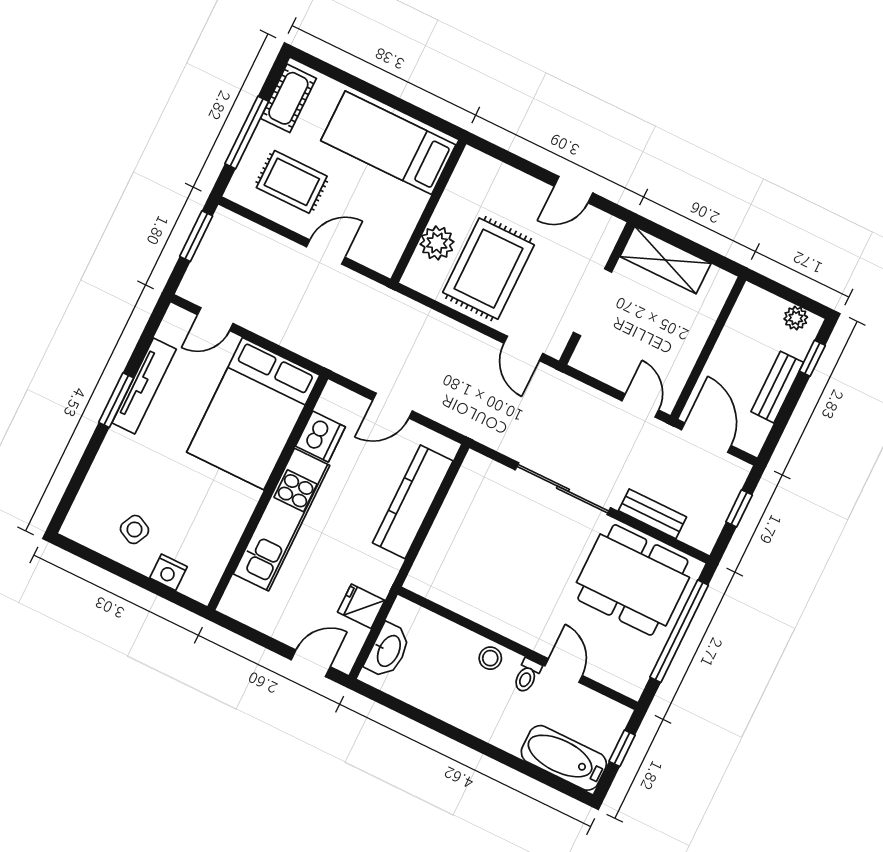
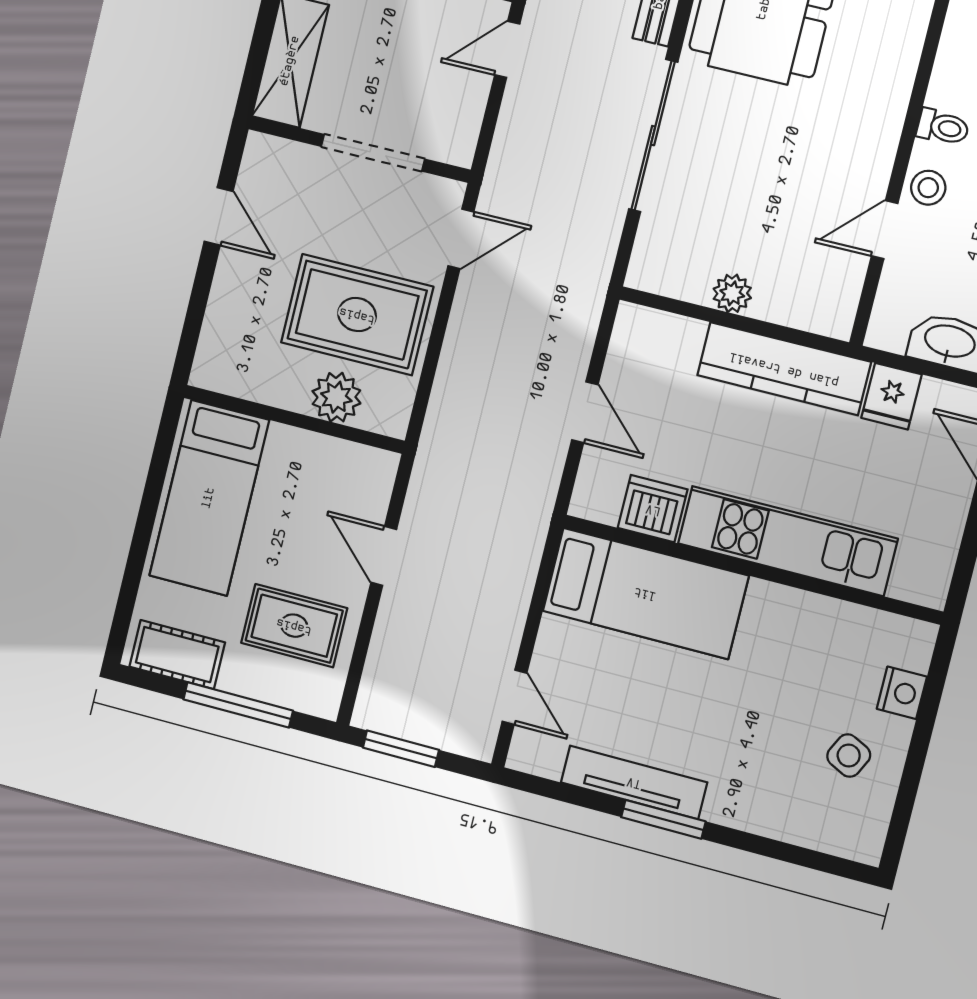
rug: (292, 182) -> (294, 626), turned 90
bed: (253, 414) -> (645, 593), width x0.67
kitchen counter: (413, 502) -> (784, 369), moved
plant: (449, 518) -> (732, 293), added
door: (564, 671) -> (885, 230), moved

